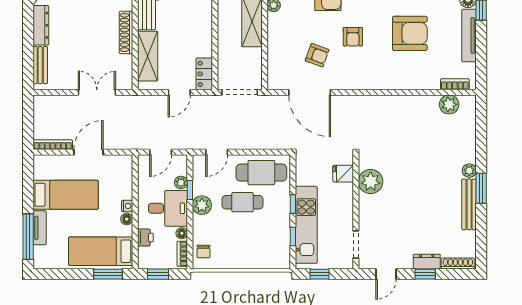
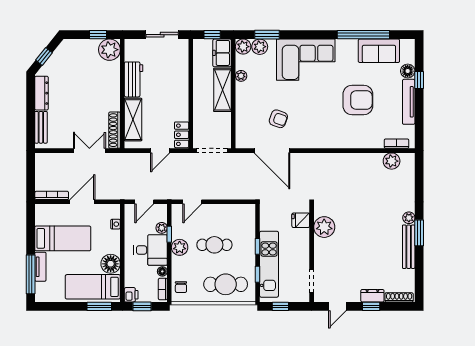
shoe rack: (126, 32) -> (115, 130), moved
armchair: (353, 37) -> (309, 103), removed
cafe table: (261, 173) -> (226, 284), moved
nightstand: (127, 206) -> (115, 224), moved
floor lamp: (127, 219) -> (111, 264), width x1.89, depth x1.89
printer: (145, 238) -> (131, 295), moved

